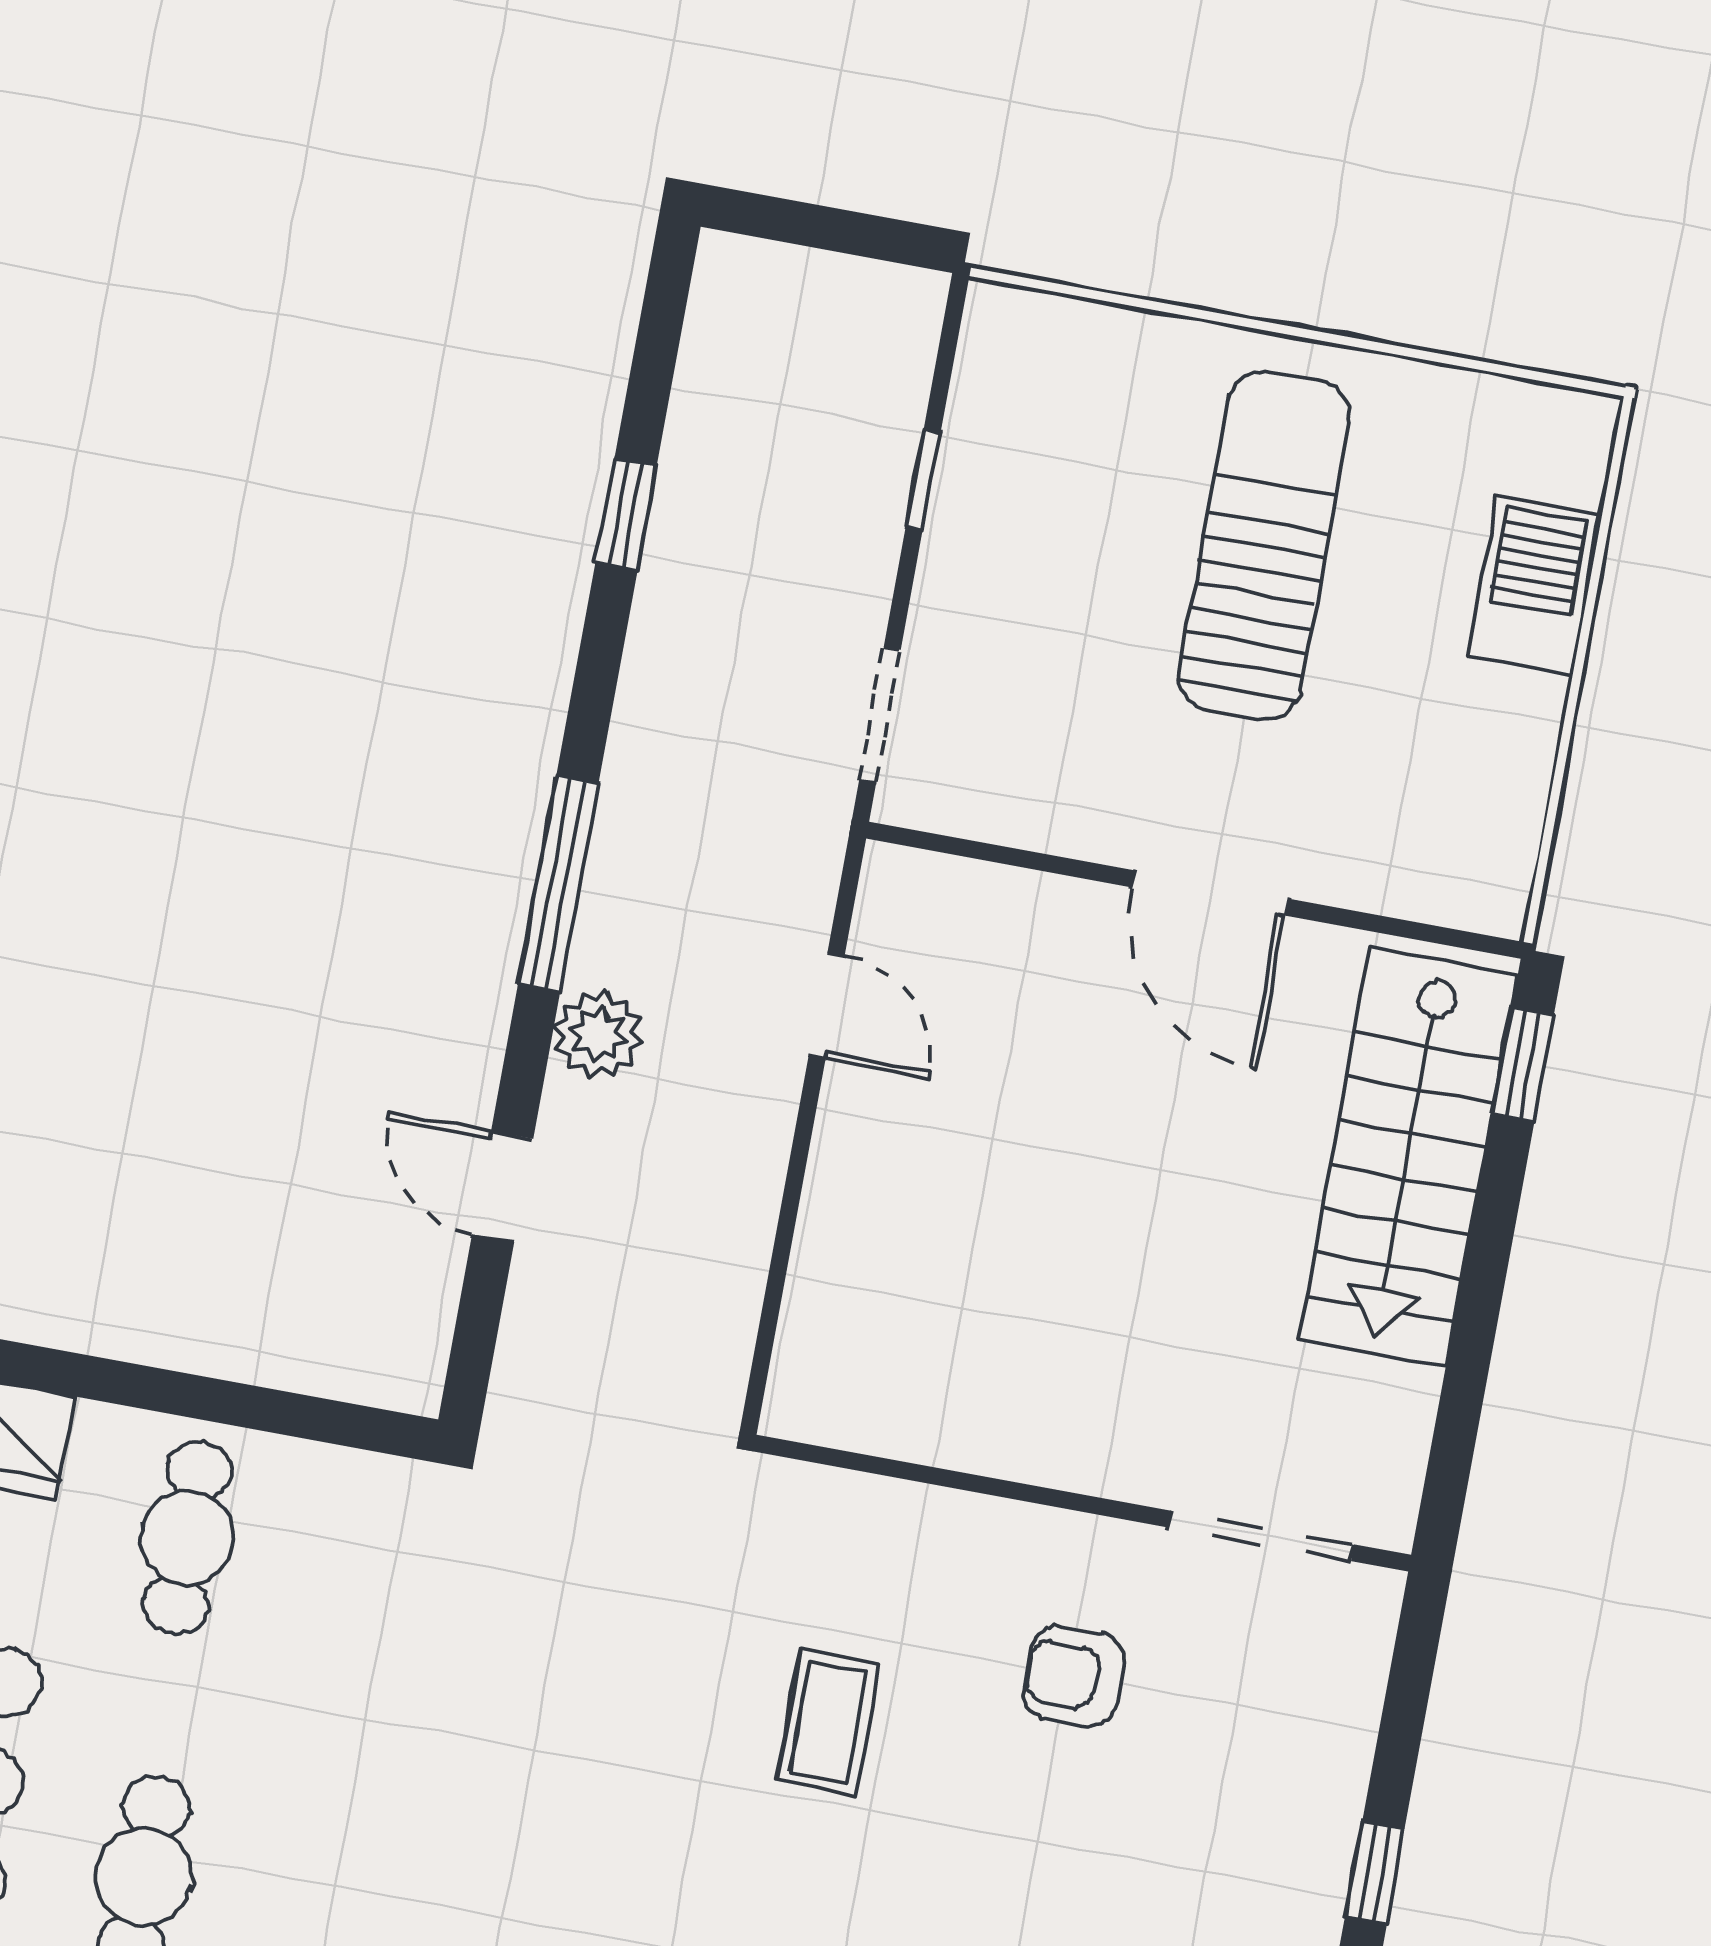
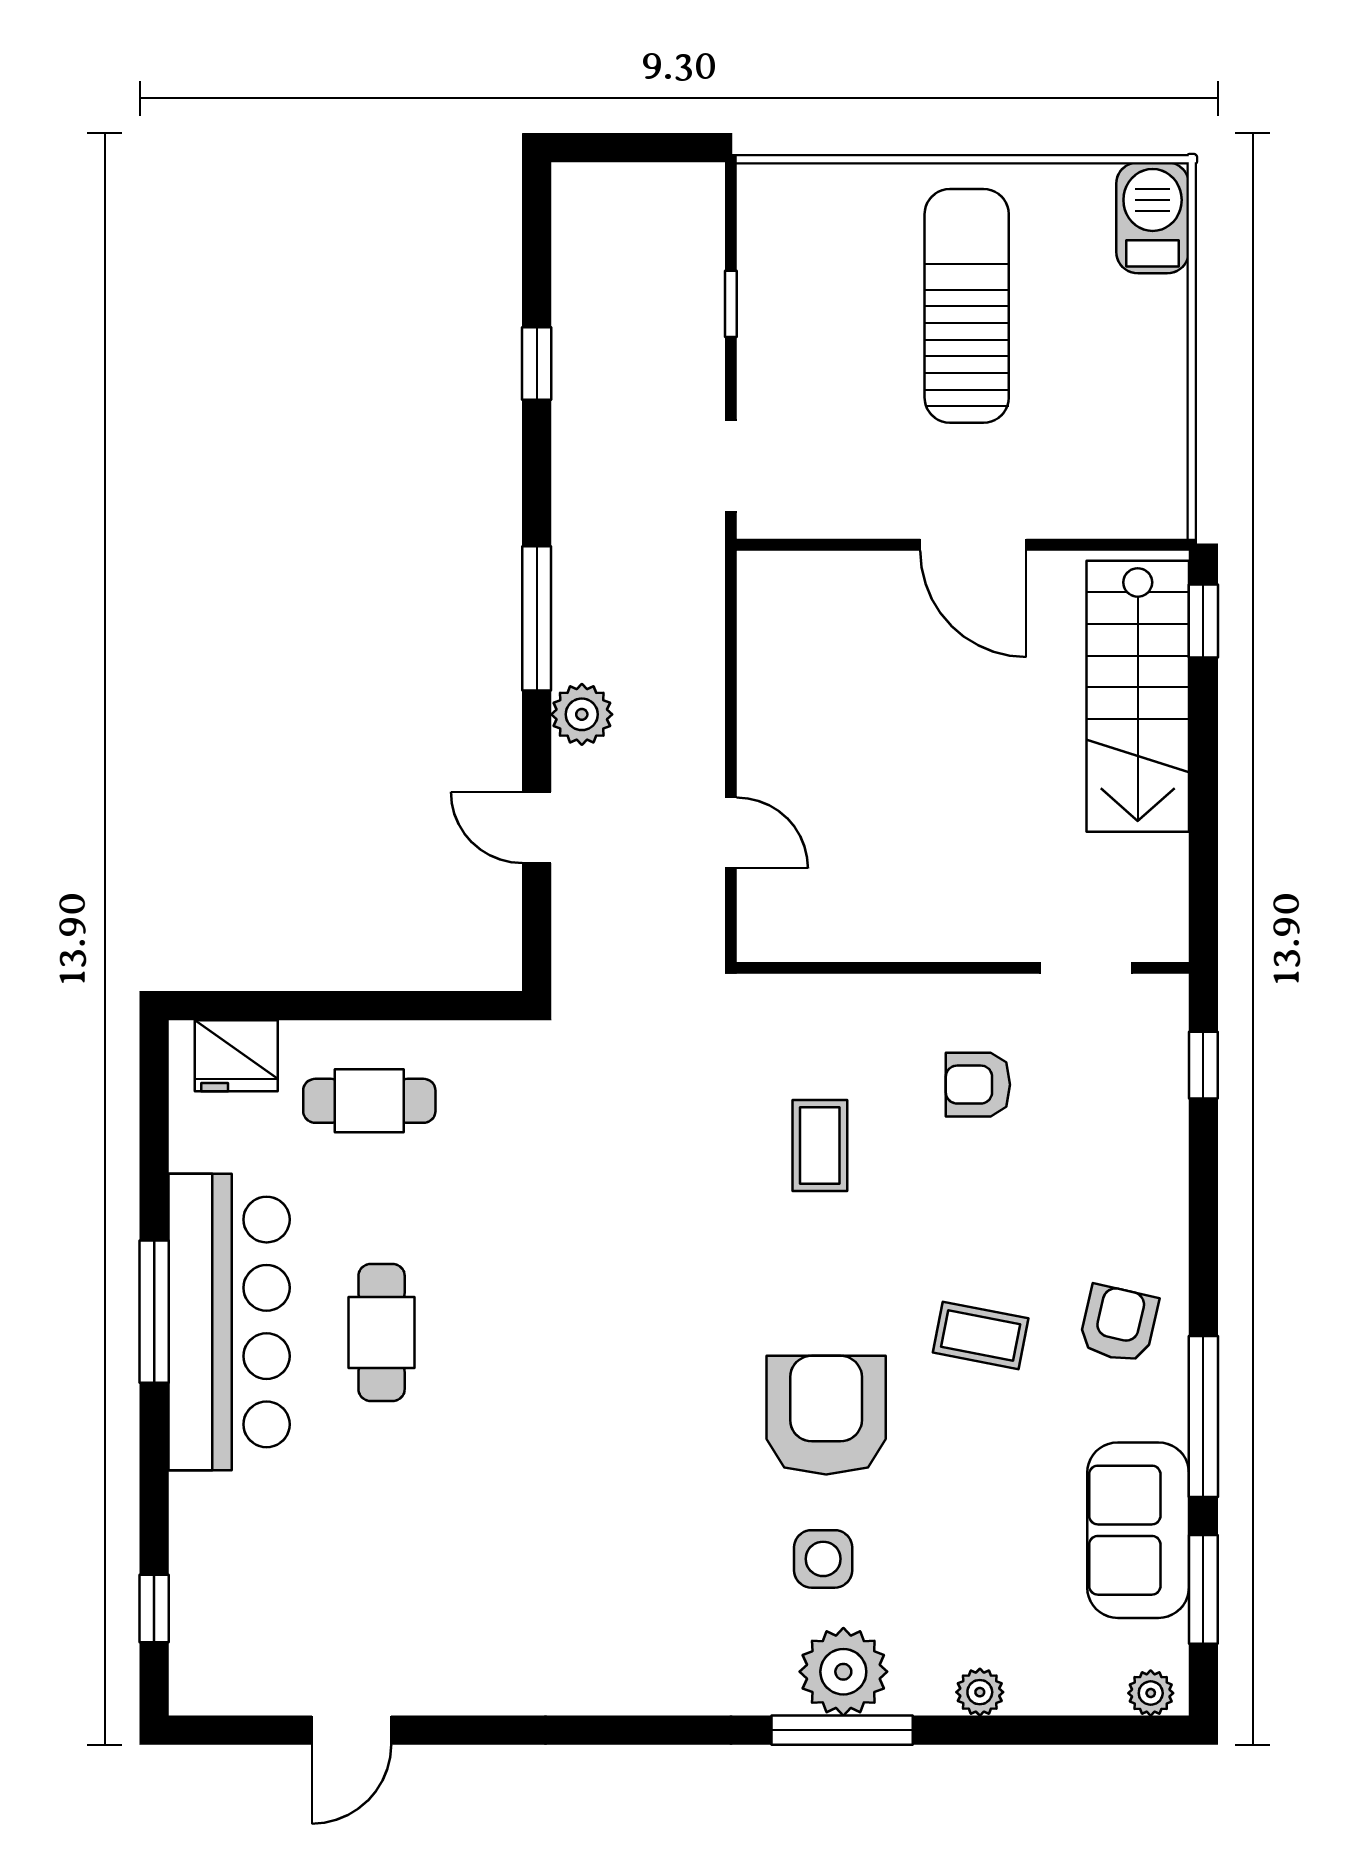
barbecue: (1535, 586) -> (1153, 218), moved
door: (826, 1006) -> (731, 833), moved
doorway: (1261, 1536) -> (1086, 968), width x0.73
cafe table: (188, 1538) -> (369, 1101), turned 90
window: (1375, 1873) -> (1203, 1065), moved

